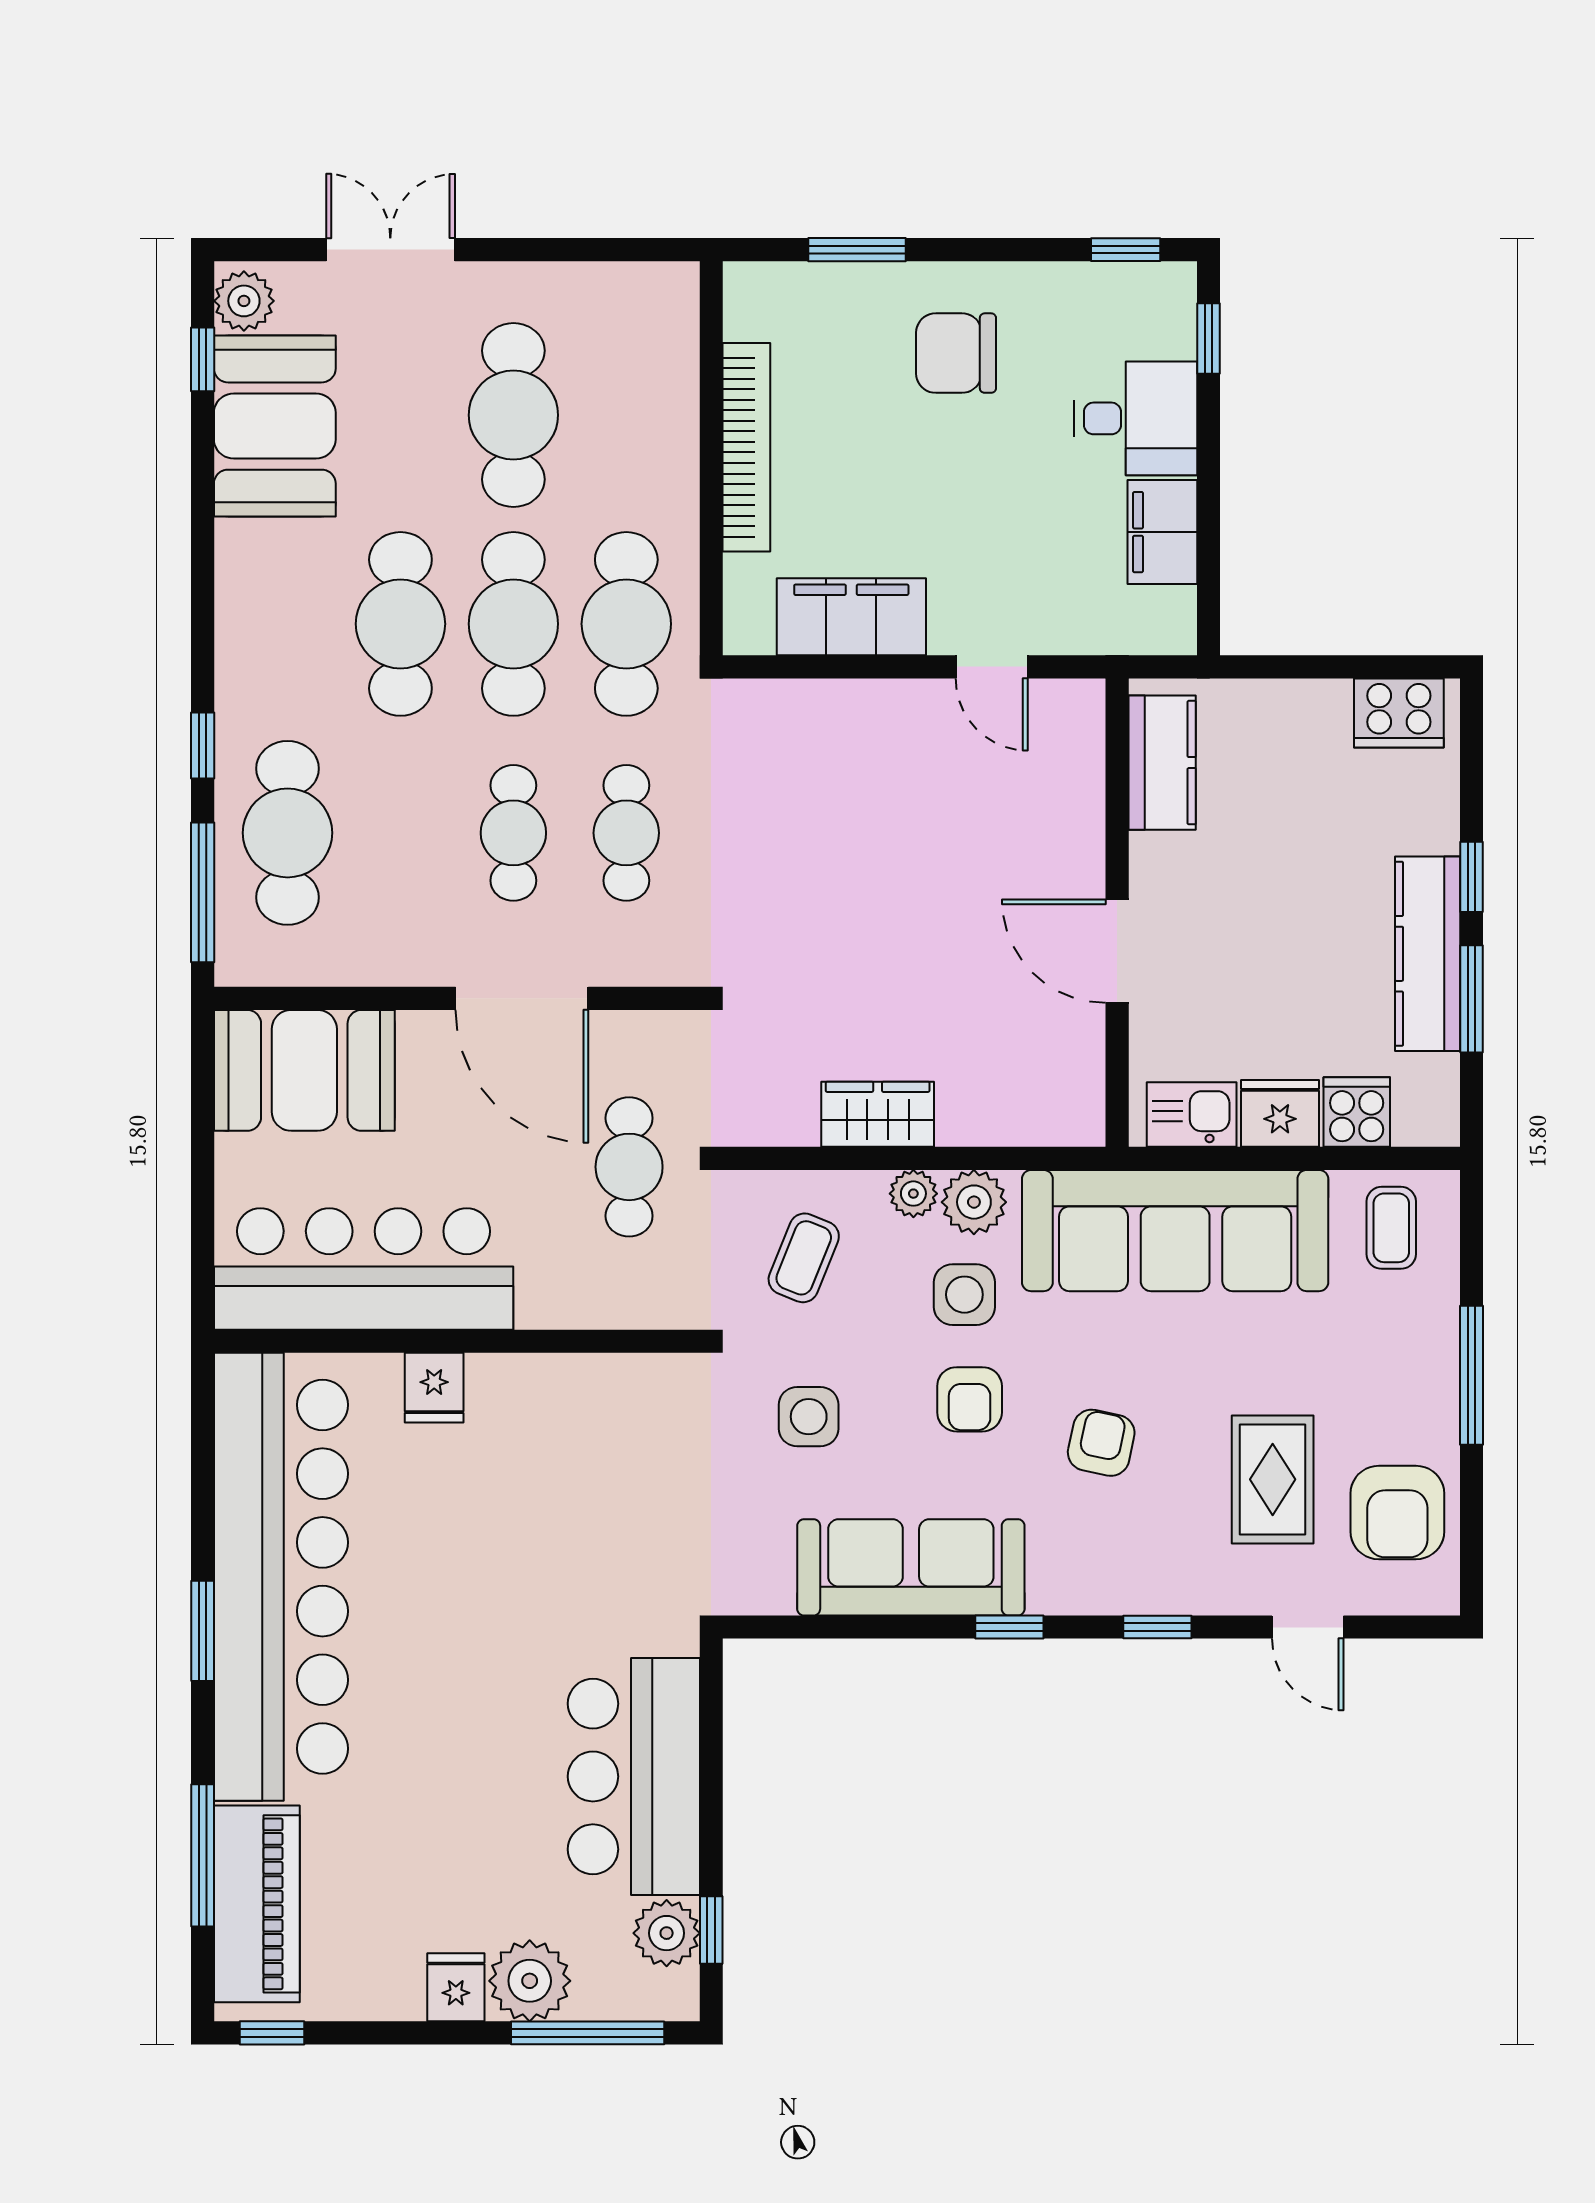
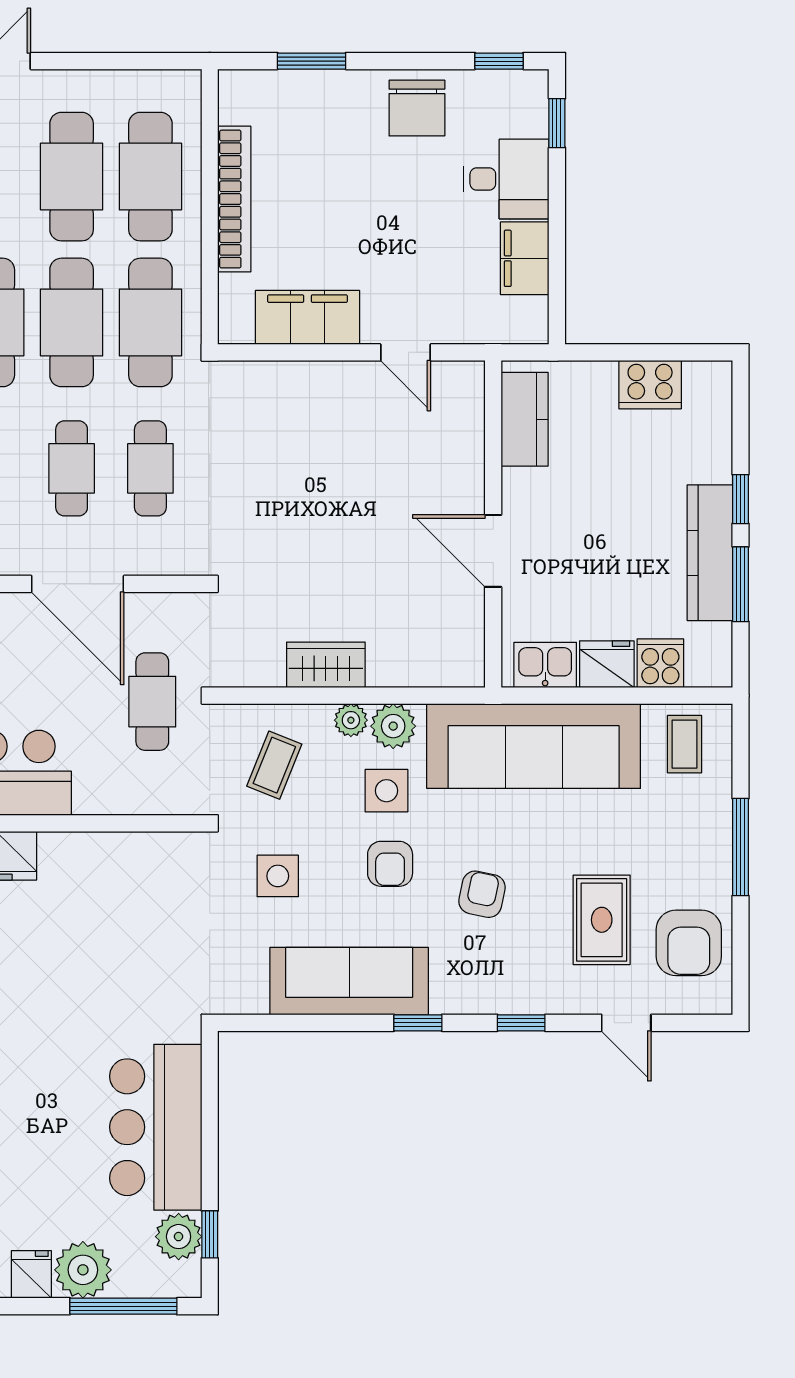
chair: (956, 353) -> (417, 108), moved, turned -90
cafe table: (626, 415) -> (150, 177), added
cooker: (1399, 713) -> (650, 385), moved

